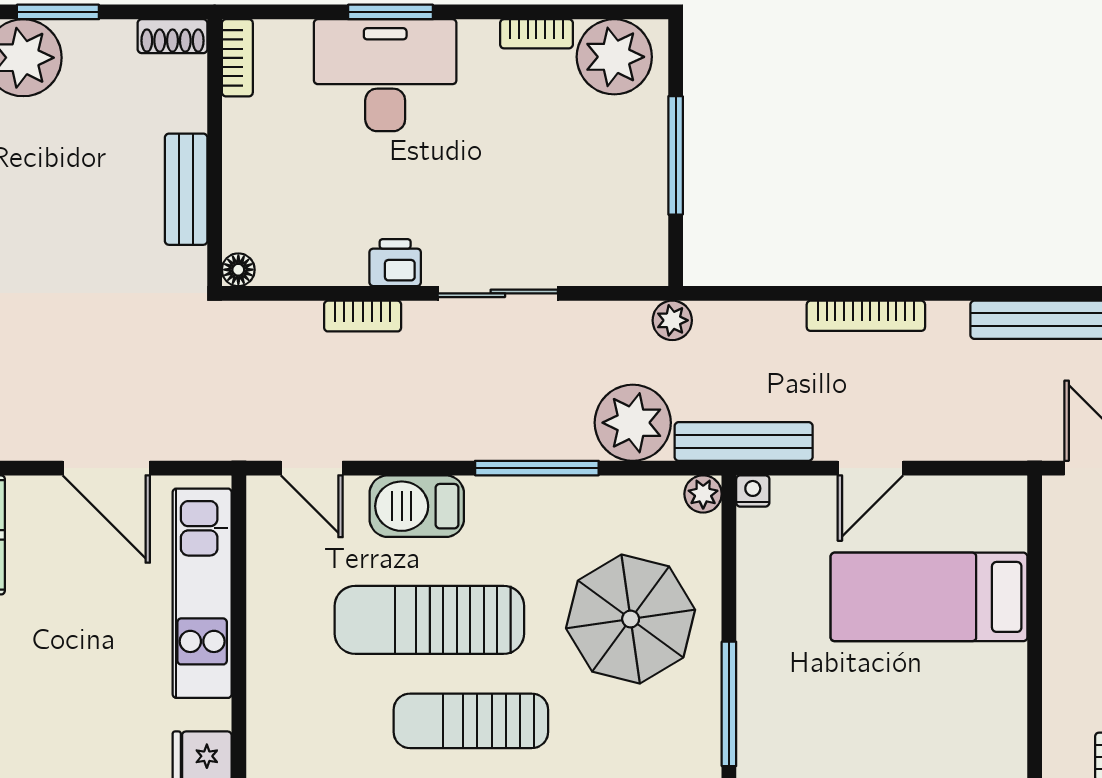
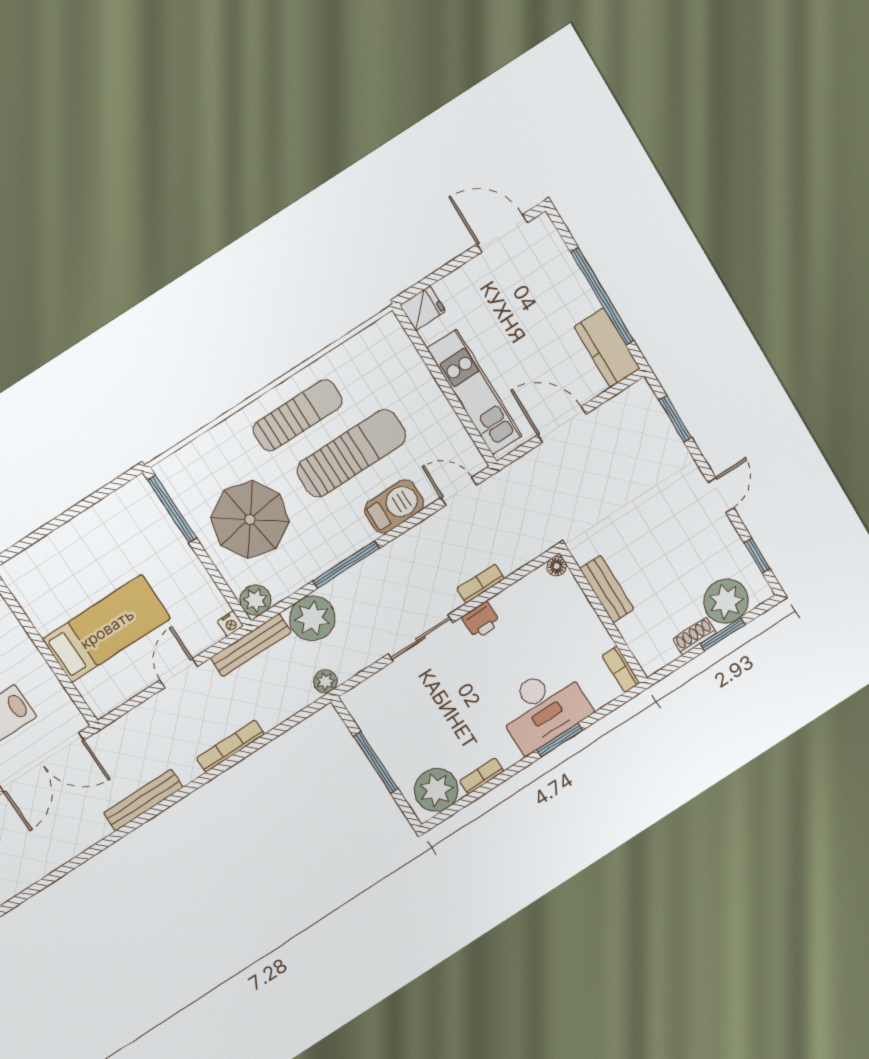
shoe rack: (173, 36) -> (695, 636), moved
plant: (703, 494) -> (255, 600), width x1.38, depth x1.38

